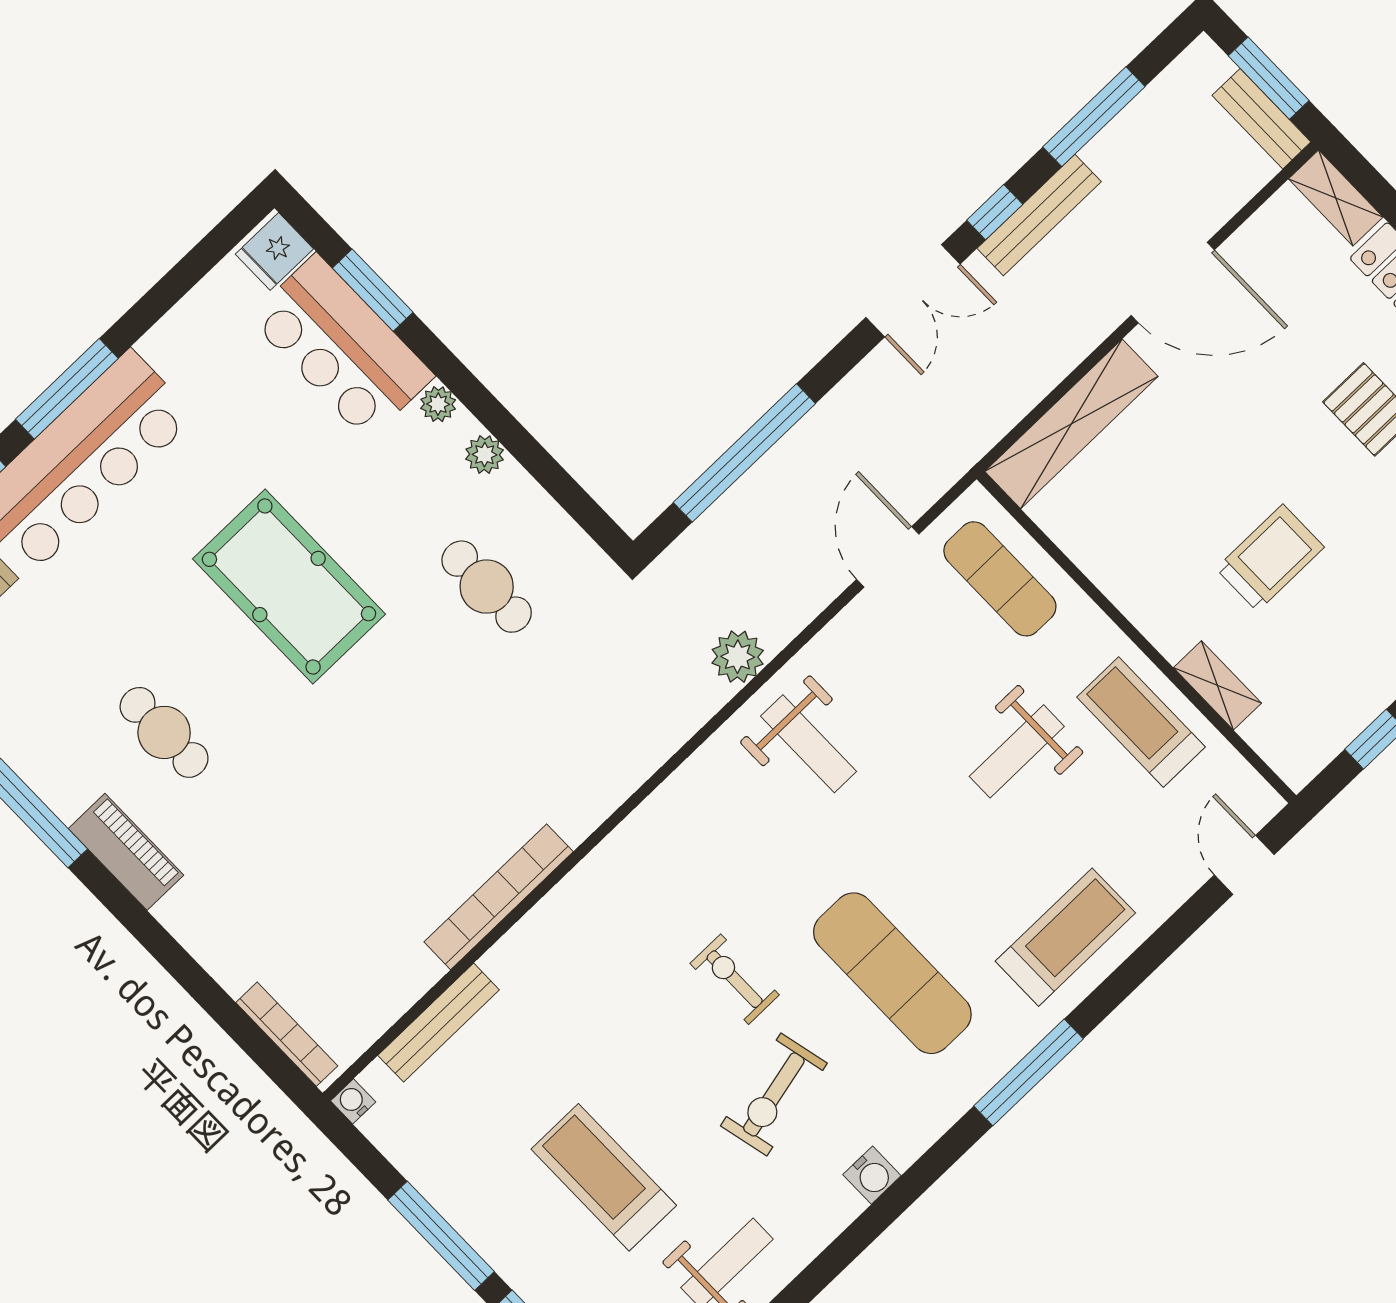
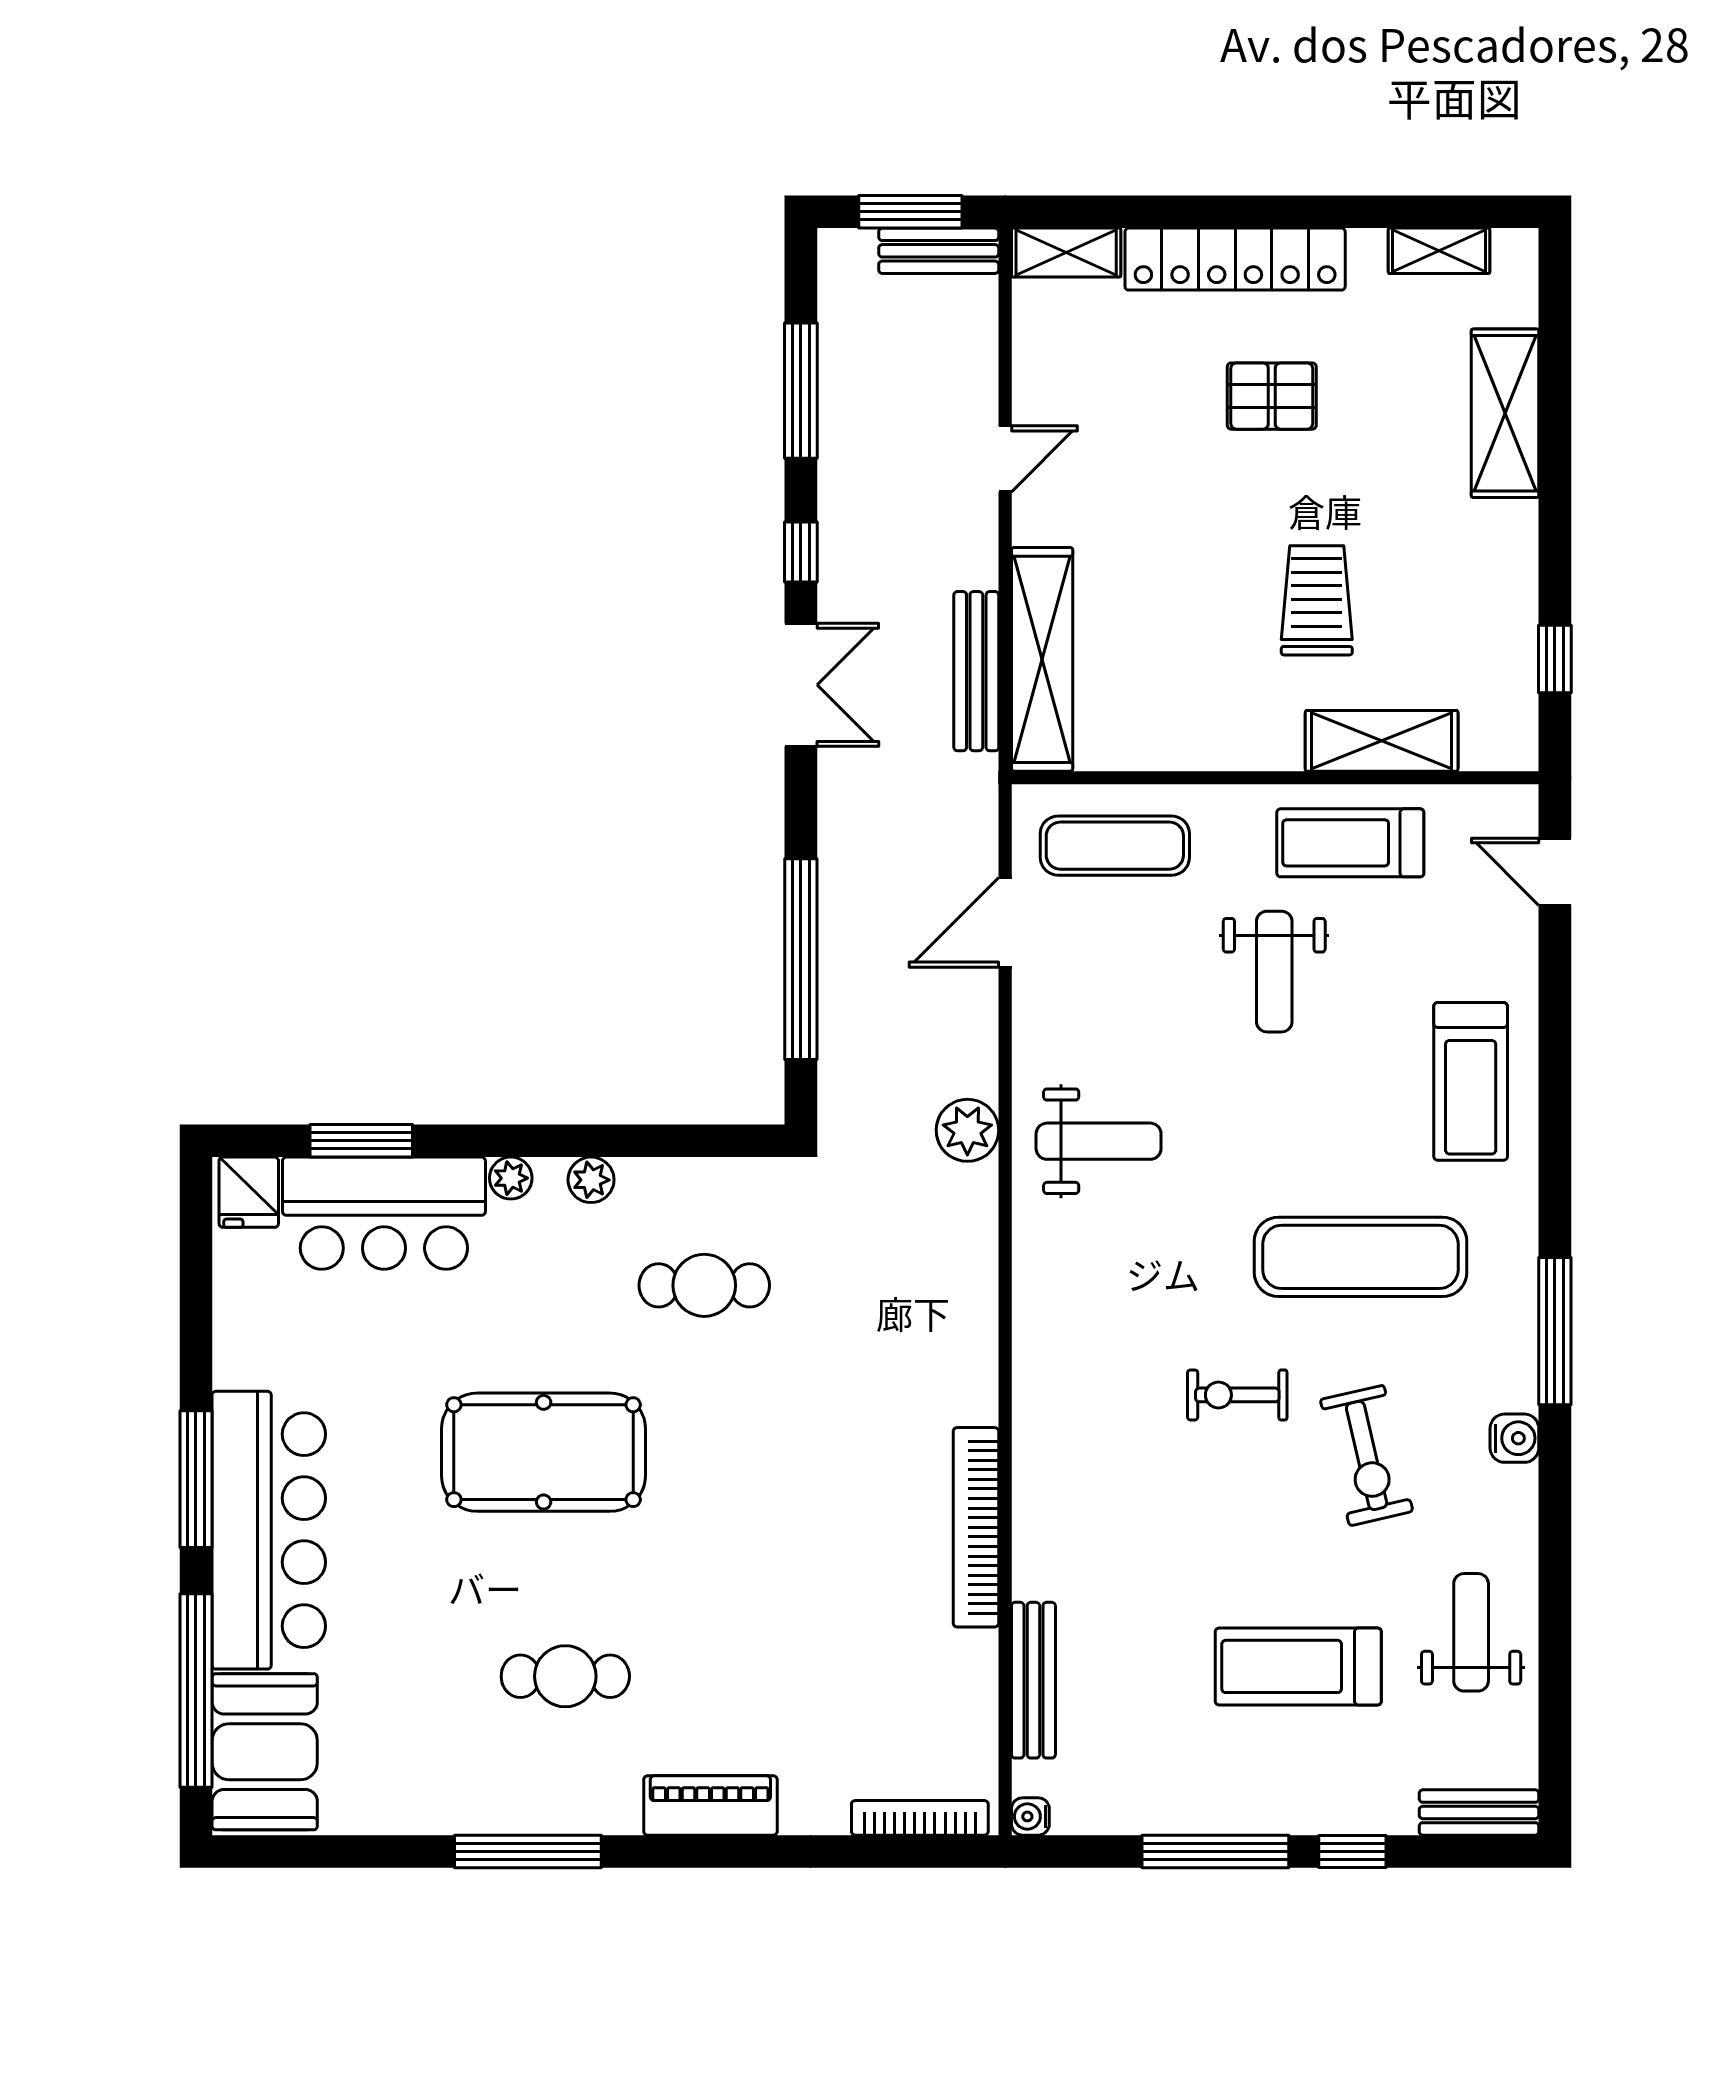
bench: (1039, 215) -> (976, 671), moved
door: (1173, 283) -> (1005, 459), width x0.53
door: (888, 557) -> (1005, 922), hinge flipped
shelving: (1217, 685) -> (1382, 741), width x1.50, depth x1.33
piano: (126, 852) -> (710, 1805), moved
treadmill: (1065, 937) -> (1471, 1081), turned 180
window: (1029, 1072) -> (1555, 1331), moved

